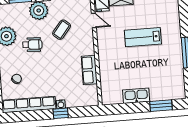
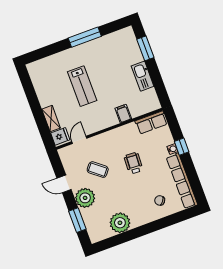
wheelchair: (32, 45) -> (133, 163), moved
filing cabinet: (107, 68) -> (123, 114), added
row of seats: (89, 70) -> (151, 122), moved

